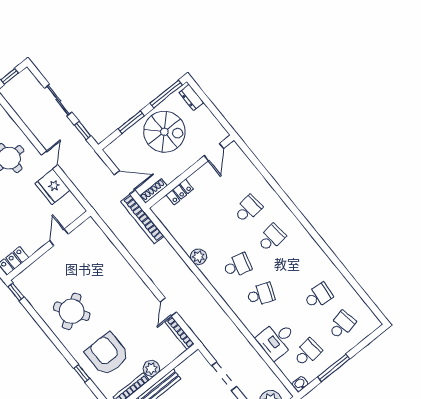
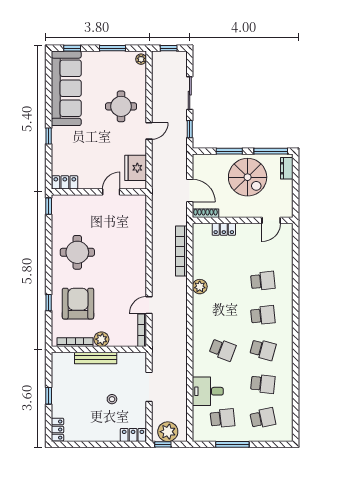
fridge: (53, 187) -> (136, 168), moved
bookcase: (142, 219) -> (181, 251), moved
school desk: (237, 265) -> (263, 350), moved
round table: (72, 311) -> (77, 252), turned 33
washbasin: (300, 384) -> (199, 436), removed

